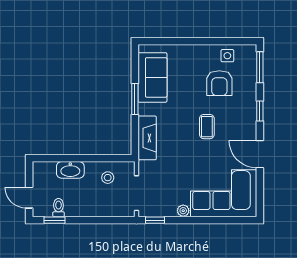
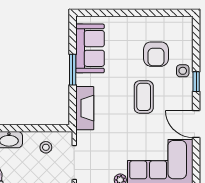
side table: (227, 56) -> (183, 71), moved
window: (260, 67) -> (196, 38), removed
coffee table: (207, 127) -> (144, 97), width x1.36, depth x1.30

